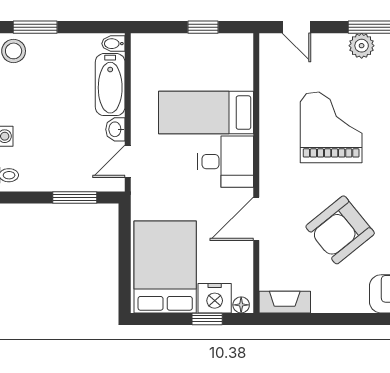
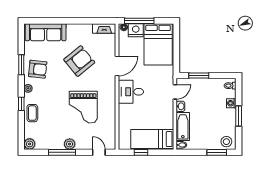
bed: (206, 113) -> (152, 139), moved, turned 180
window: (207, 319) -> (139, 21), width x2.17

